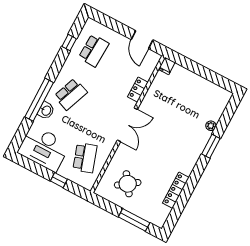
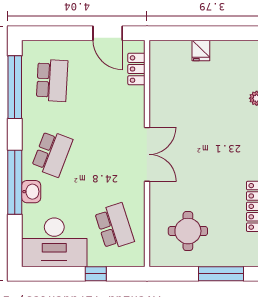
window: (69, 43) -> (15, 87), width x3.17
fridge: (167, 66) -> (201, 50), moved
locker: (138, 90) -> (136, 69), moved
round table: (128, 184) -> (188, 231), turned 35

